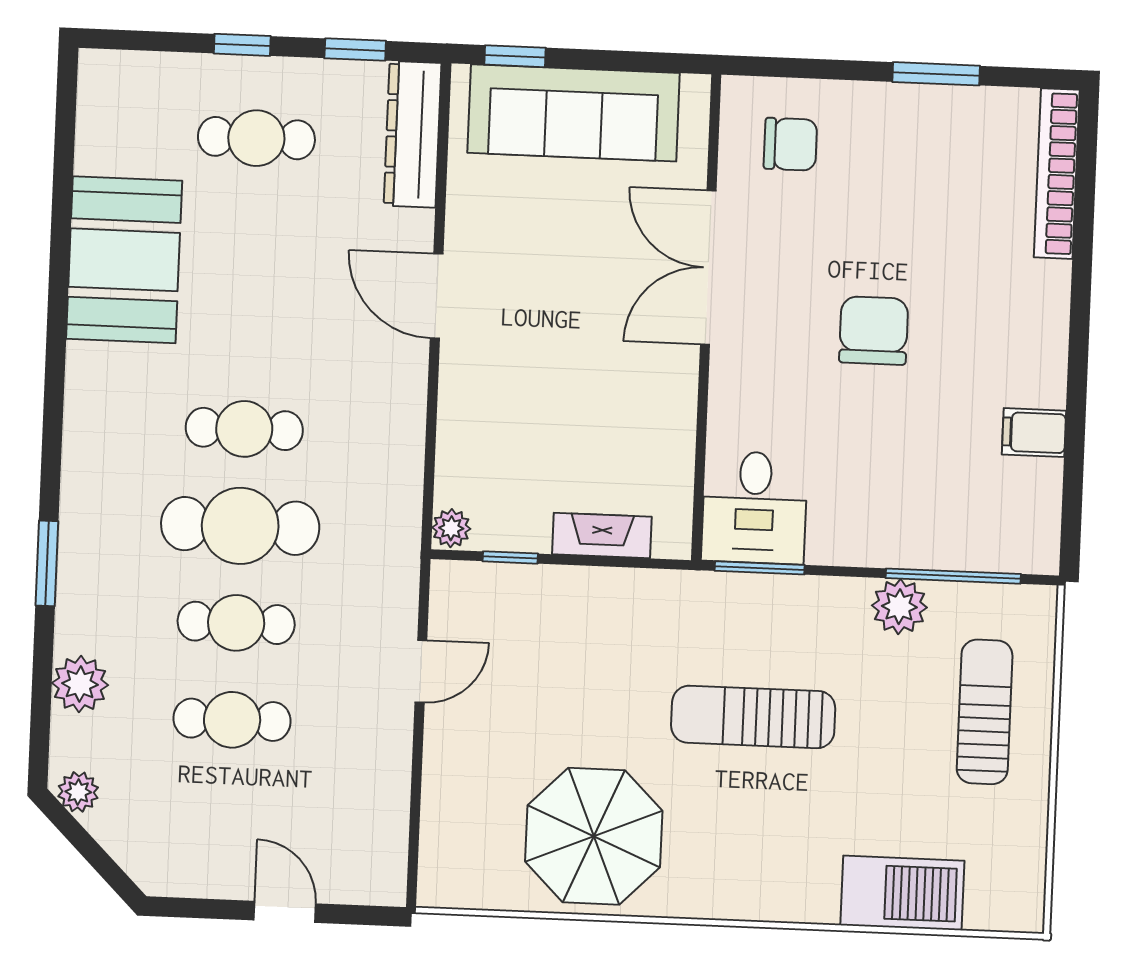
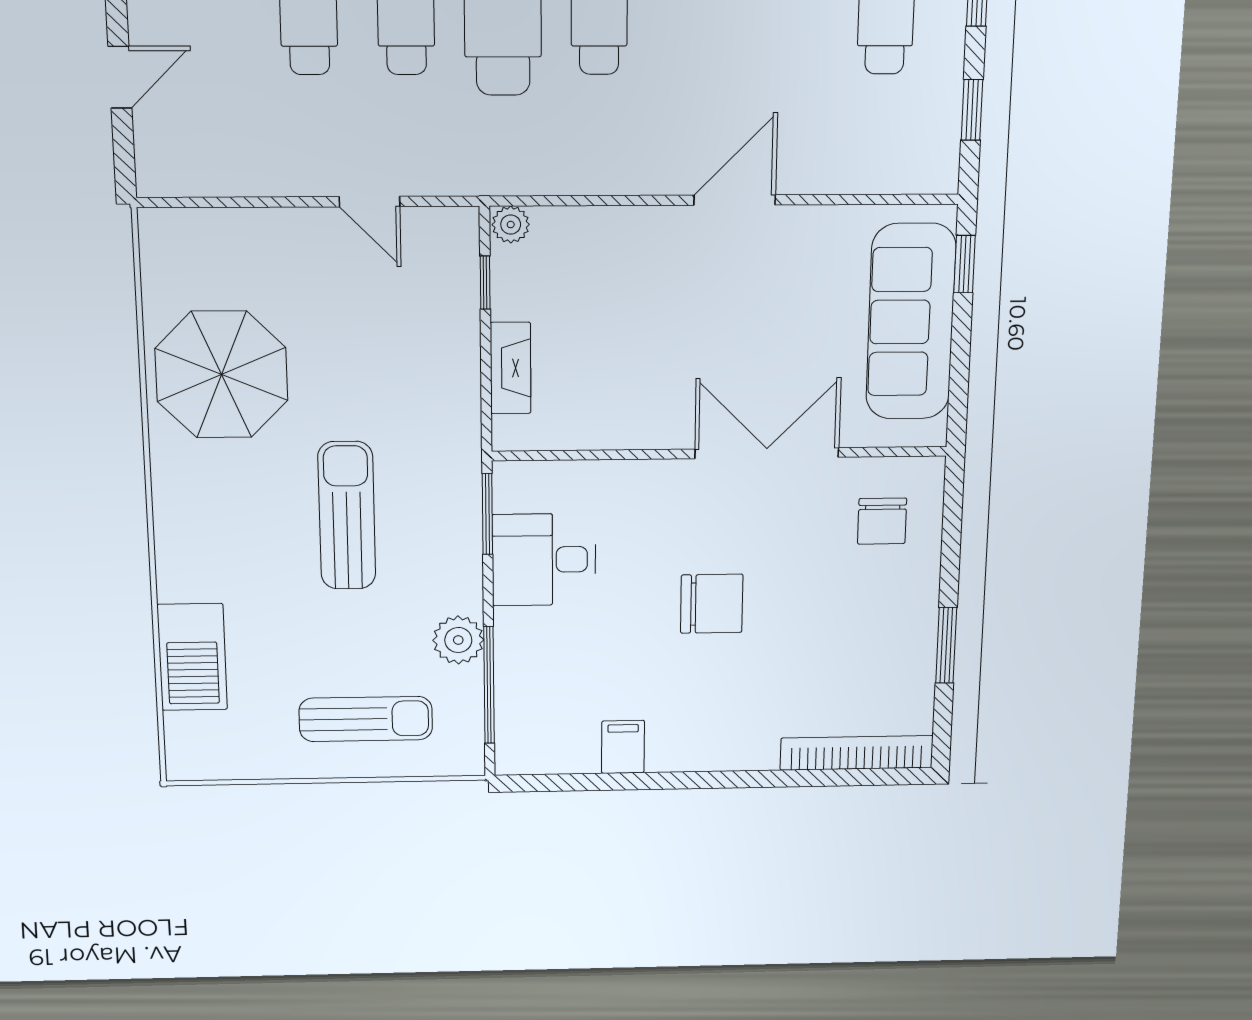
dresser: (413, 134) -> (890, 170), removed
desk: (754, 507) -> (544, 560), moved

